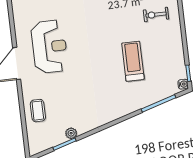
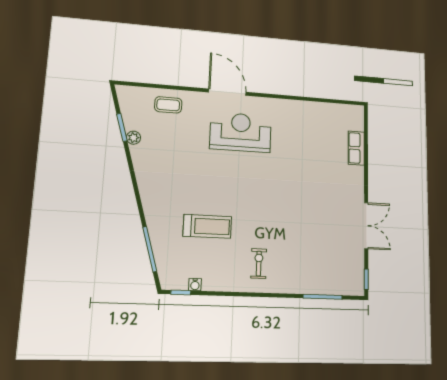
reception desk: (49, 47) -> (241, 132), turned 180
water cooler: (183, 84) -> (195, 285), moved

